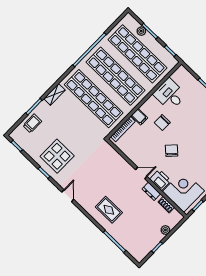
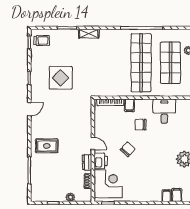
shop shelf: (137, 54) -> (170, 63), width x0.71
shop shelf: (94, 99) -> (112, 63), removed
trolley: (32, 123) -> (42, 41), moved
display table: (57, 156) -> (61, 78), moved
rug: (109, 210) -> (47, 146), turned 90

